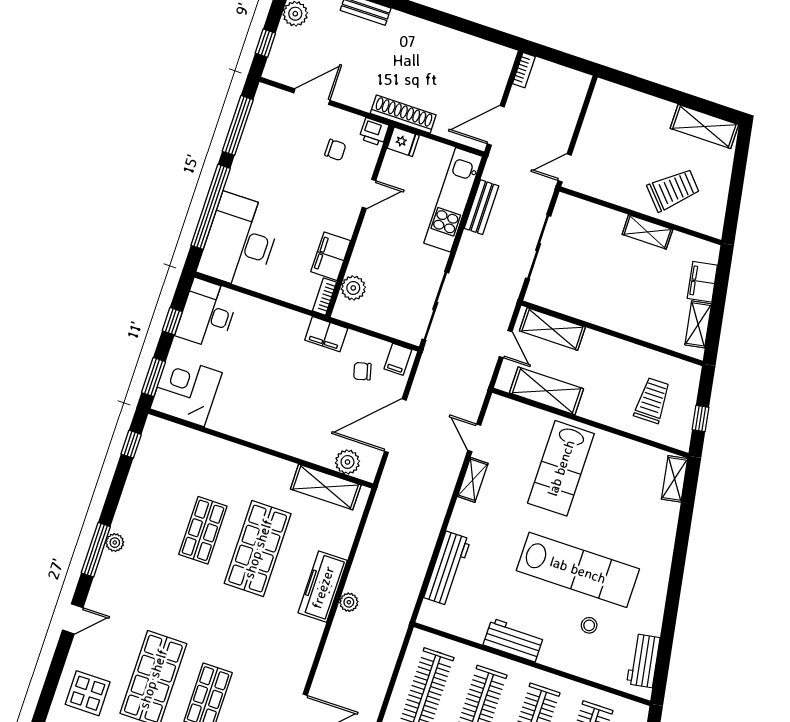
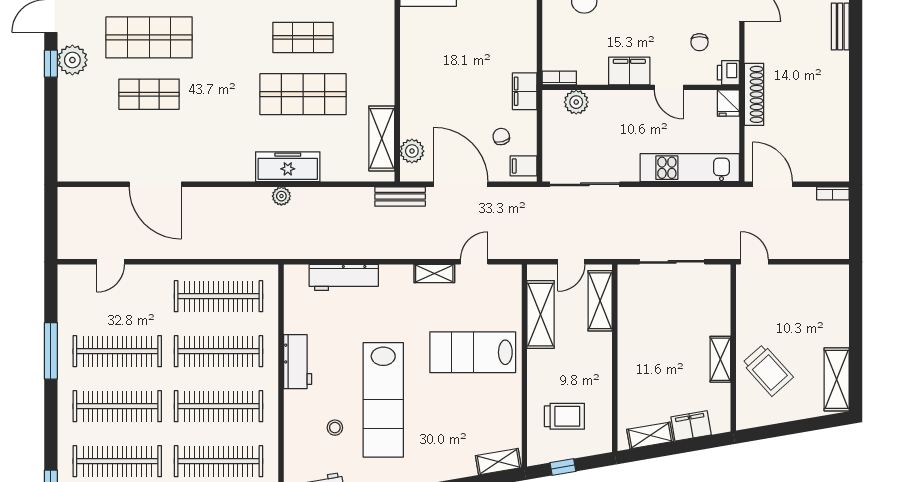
bench: (481, 207) -> (400, 197), moved
filing cabinet: (331, 256) -> (629, 71), moved

